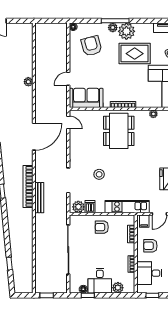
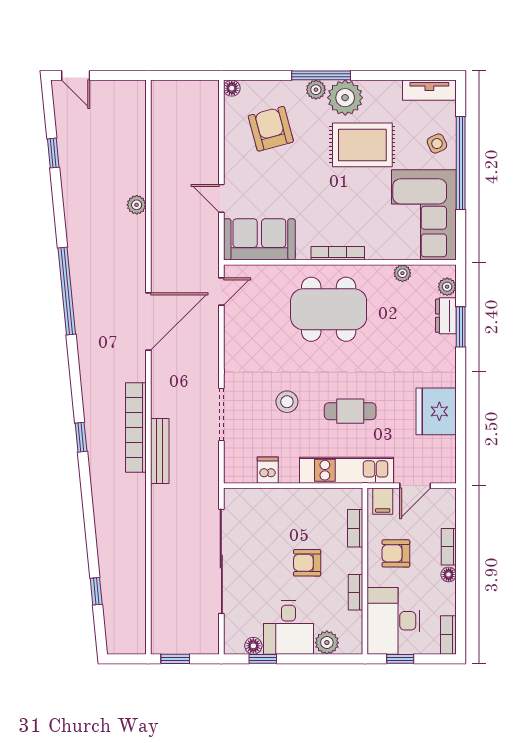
door: (68, 79) -> (221, 198), hinge flipped
door: (68, 123) -> (221, 292), hinge flipped
dining table: (119, 131) -> (329, 309), turned 90
cafe table: (129, 179) -> (350, 411), added
plant: (78, 207) -> (243, 471), removed
armchair: (102, 227) -> (307, 563), moved
desk: (149, 273) -> (394, 621), width x1.37

